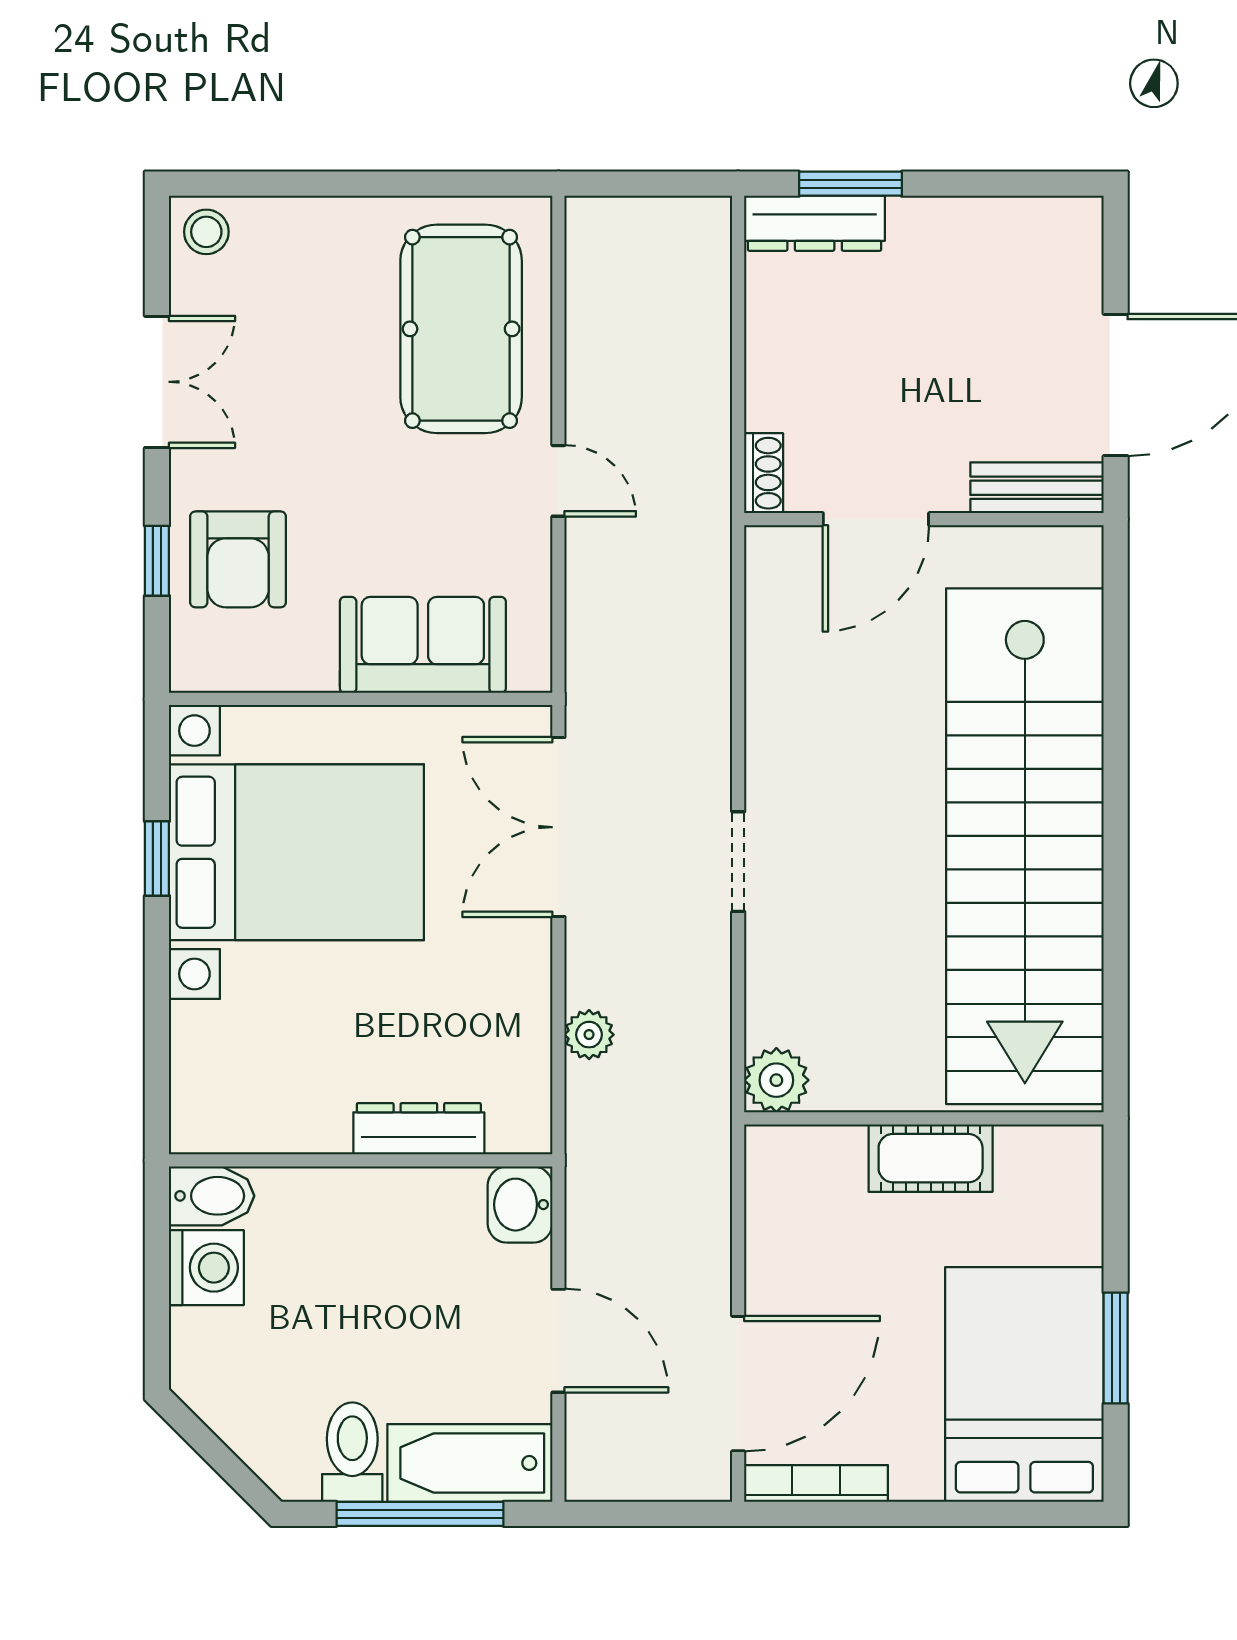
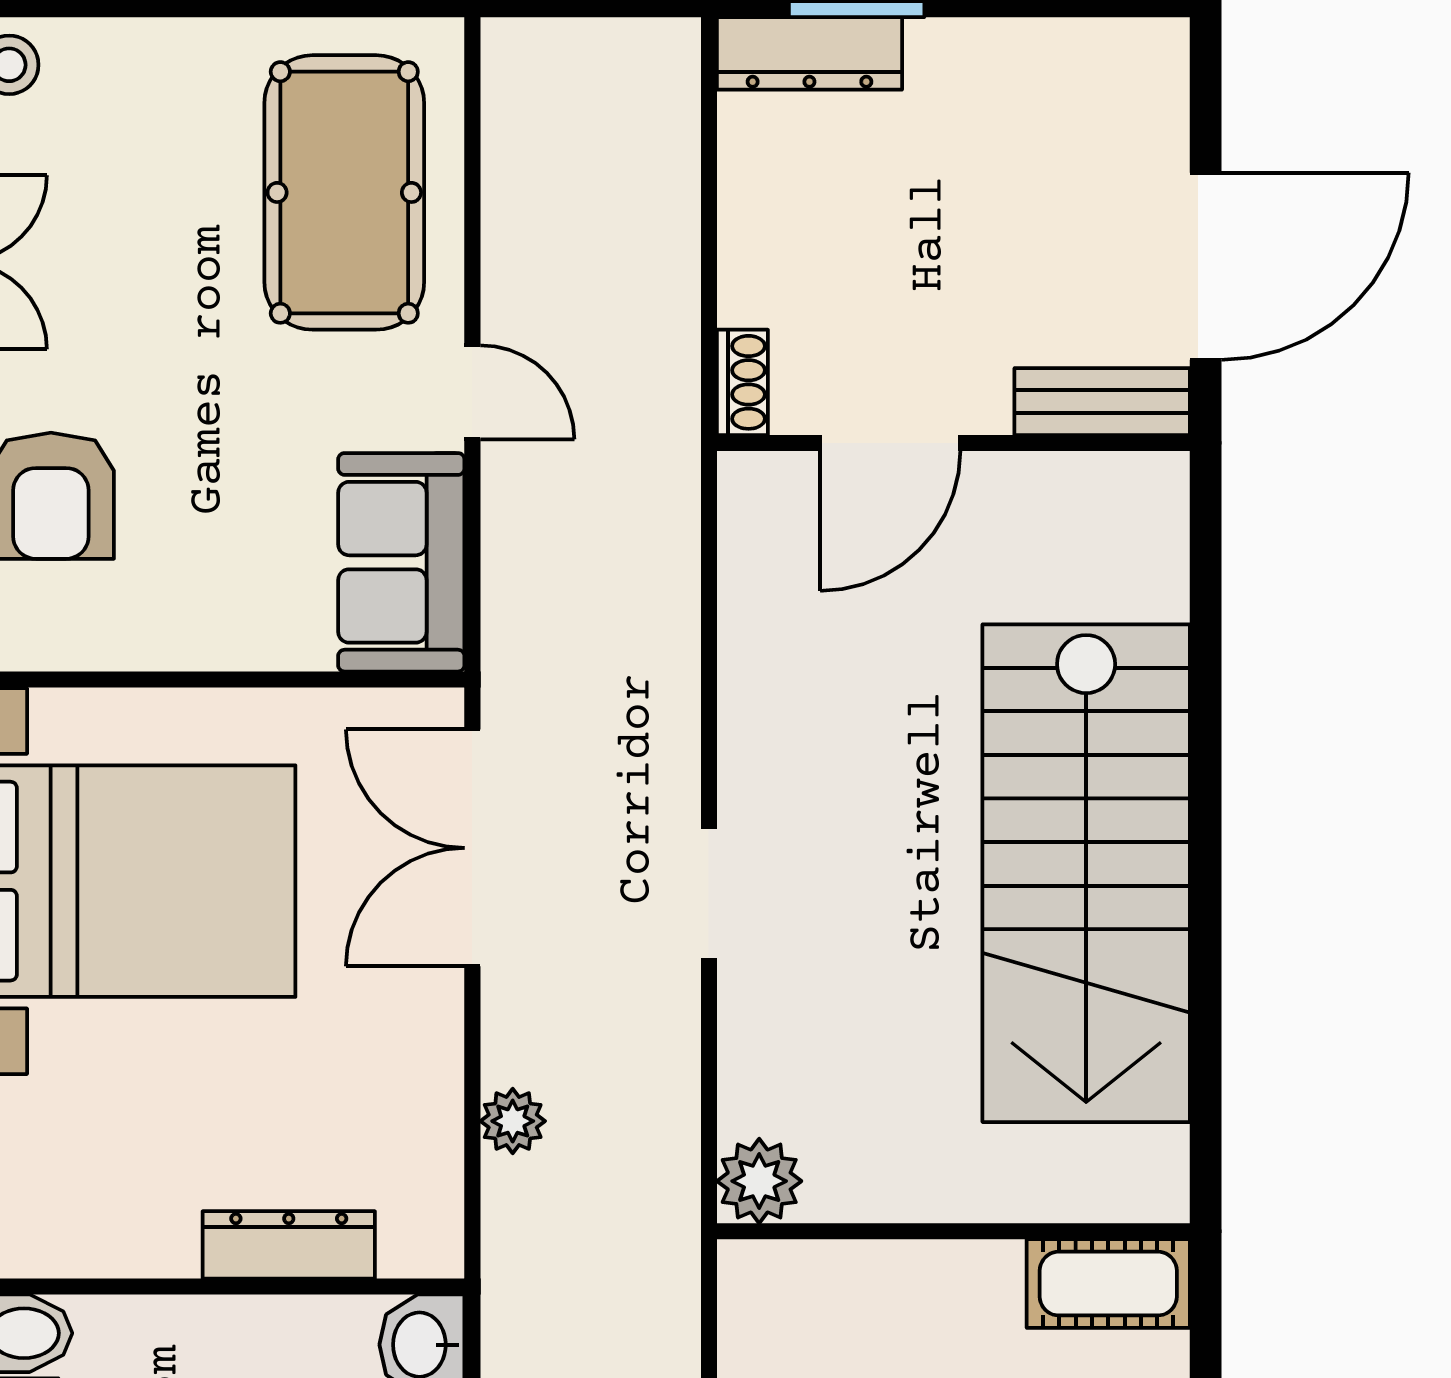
sofa: (423, 645) -> (401, 562), moved, turned -90
stairs: (1025, 846) -> (1086, 873), width x0.73
cot: (931, 1158) -> (1108, 1284), moved

